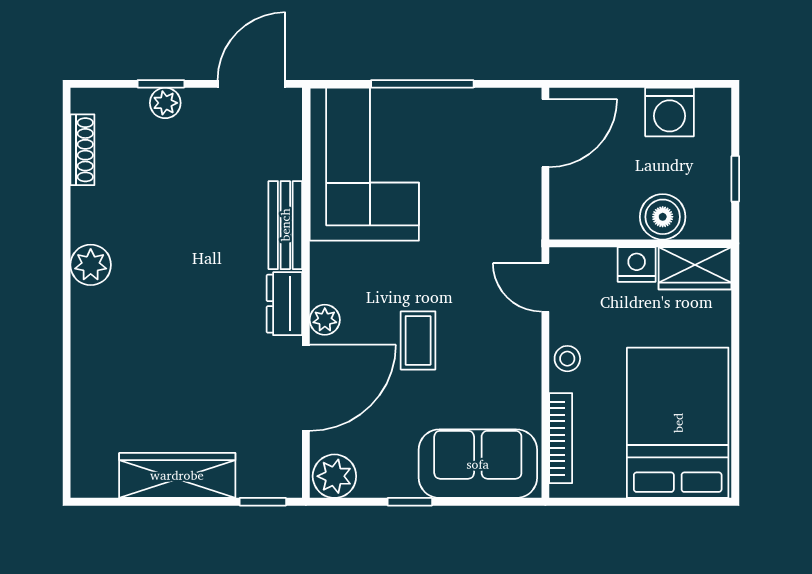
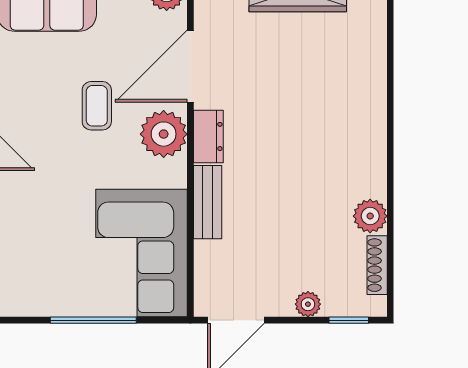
window: (161, 84) -> (349, 320), moved
plant: (91, 265) -> (370, 216), moved
plant: (325, 320) -> (164, 134), width x1.88, depth x1.88

